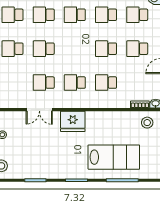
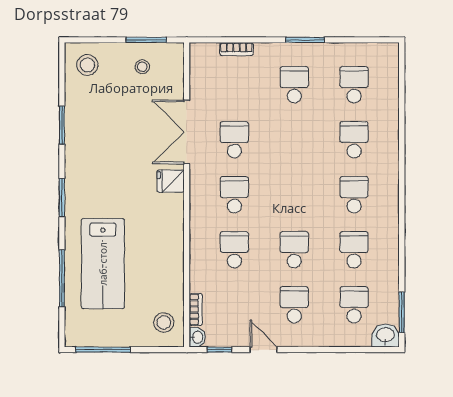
school desk: (44, 49) -> (294, 140), removed
double door: (39, 110) -> (187, 132), width x1.37
fridge: (73, 121) -> (171, 181), width x0.53, depth x0.75

